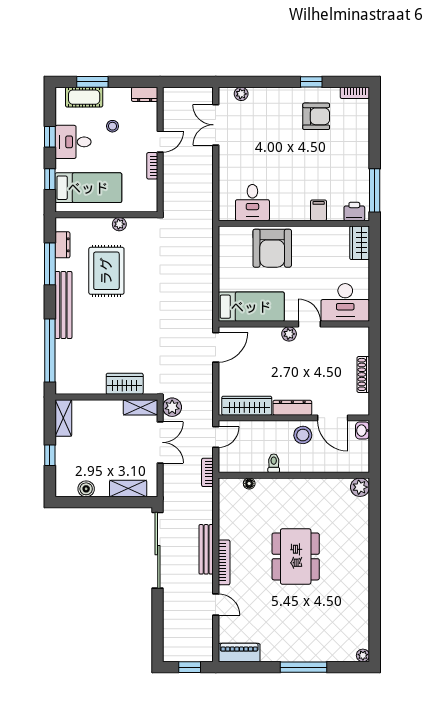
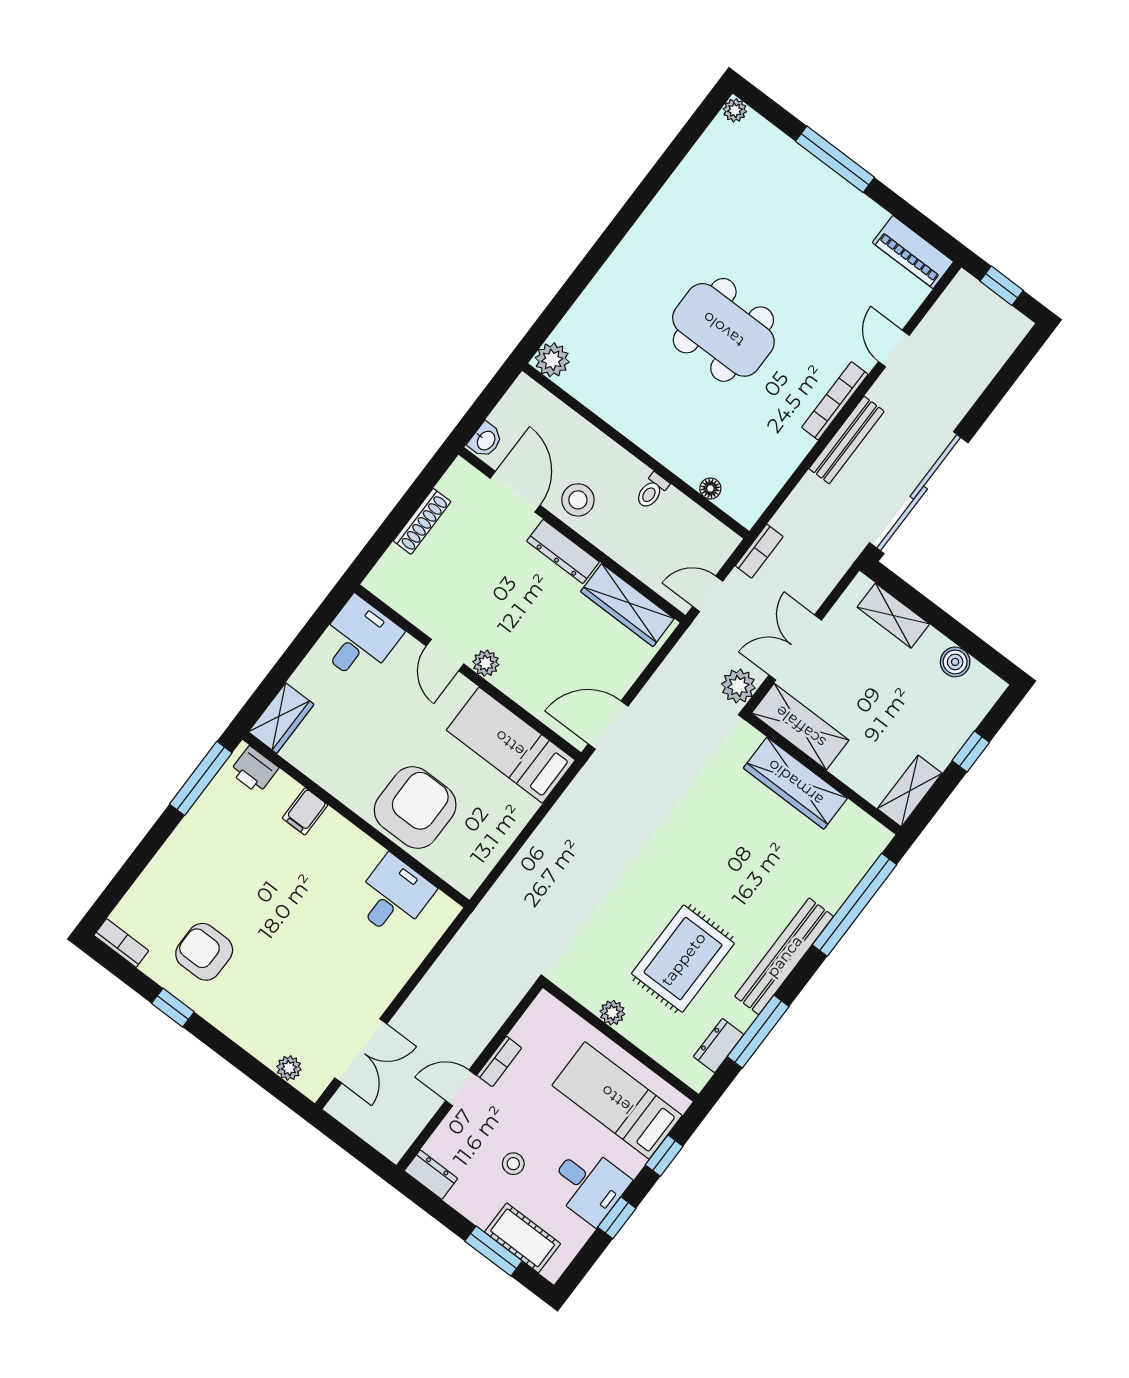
desk: (345, 302) -> (359, 639), width x0.73
wardrobe: (125, 384) -> (795, 783), width x1.50
shelving: (140, 407) -> (800, 727), width x1.50, depth x1.33
dining table: (296, 556) -> (723, 330), turned 90

